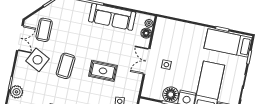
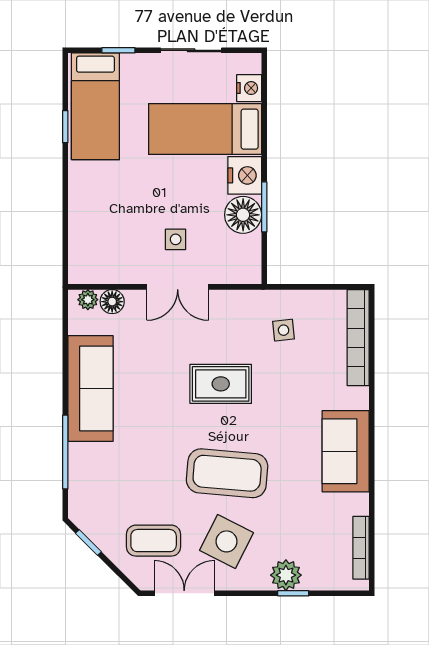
coffee table: (66, 66) -> (227, 473), width x1.36, depth x1.32
rug: (103, 71) -> (221, 384), turned 90
plant: (16, 92) -> (286, 575), moved

